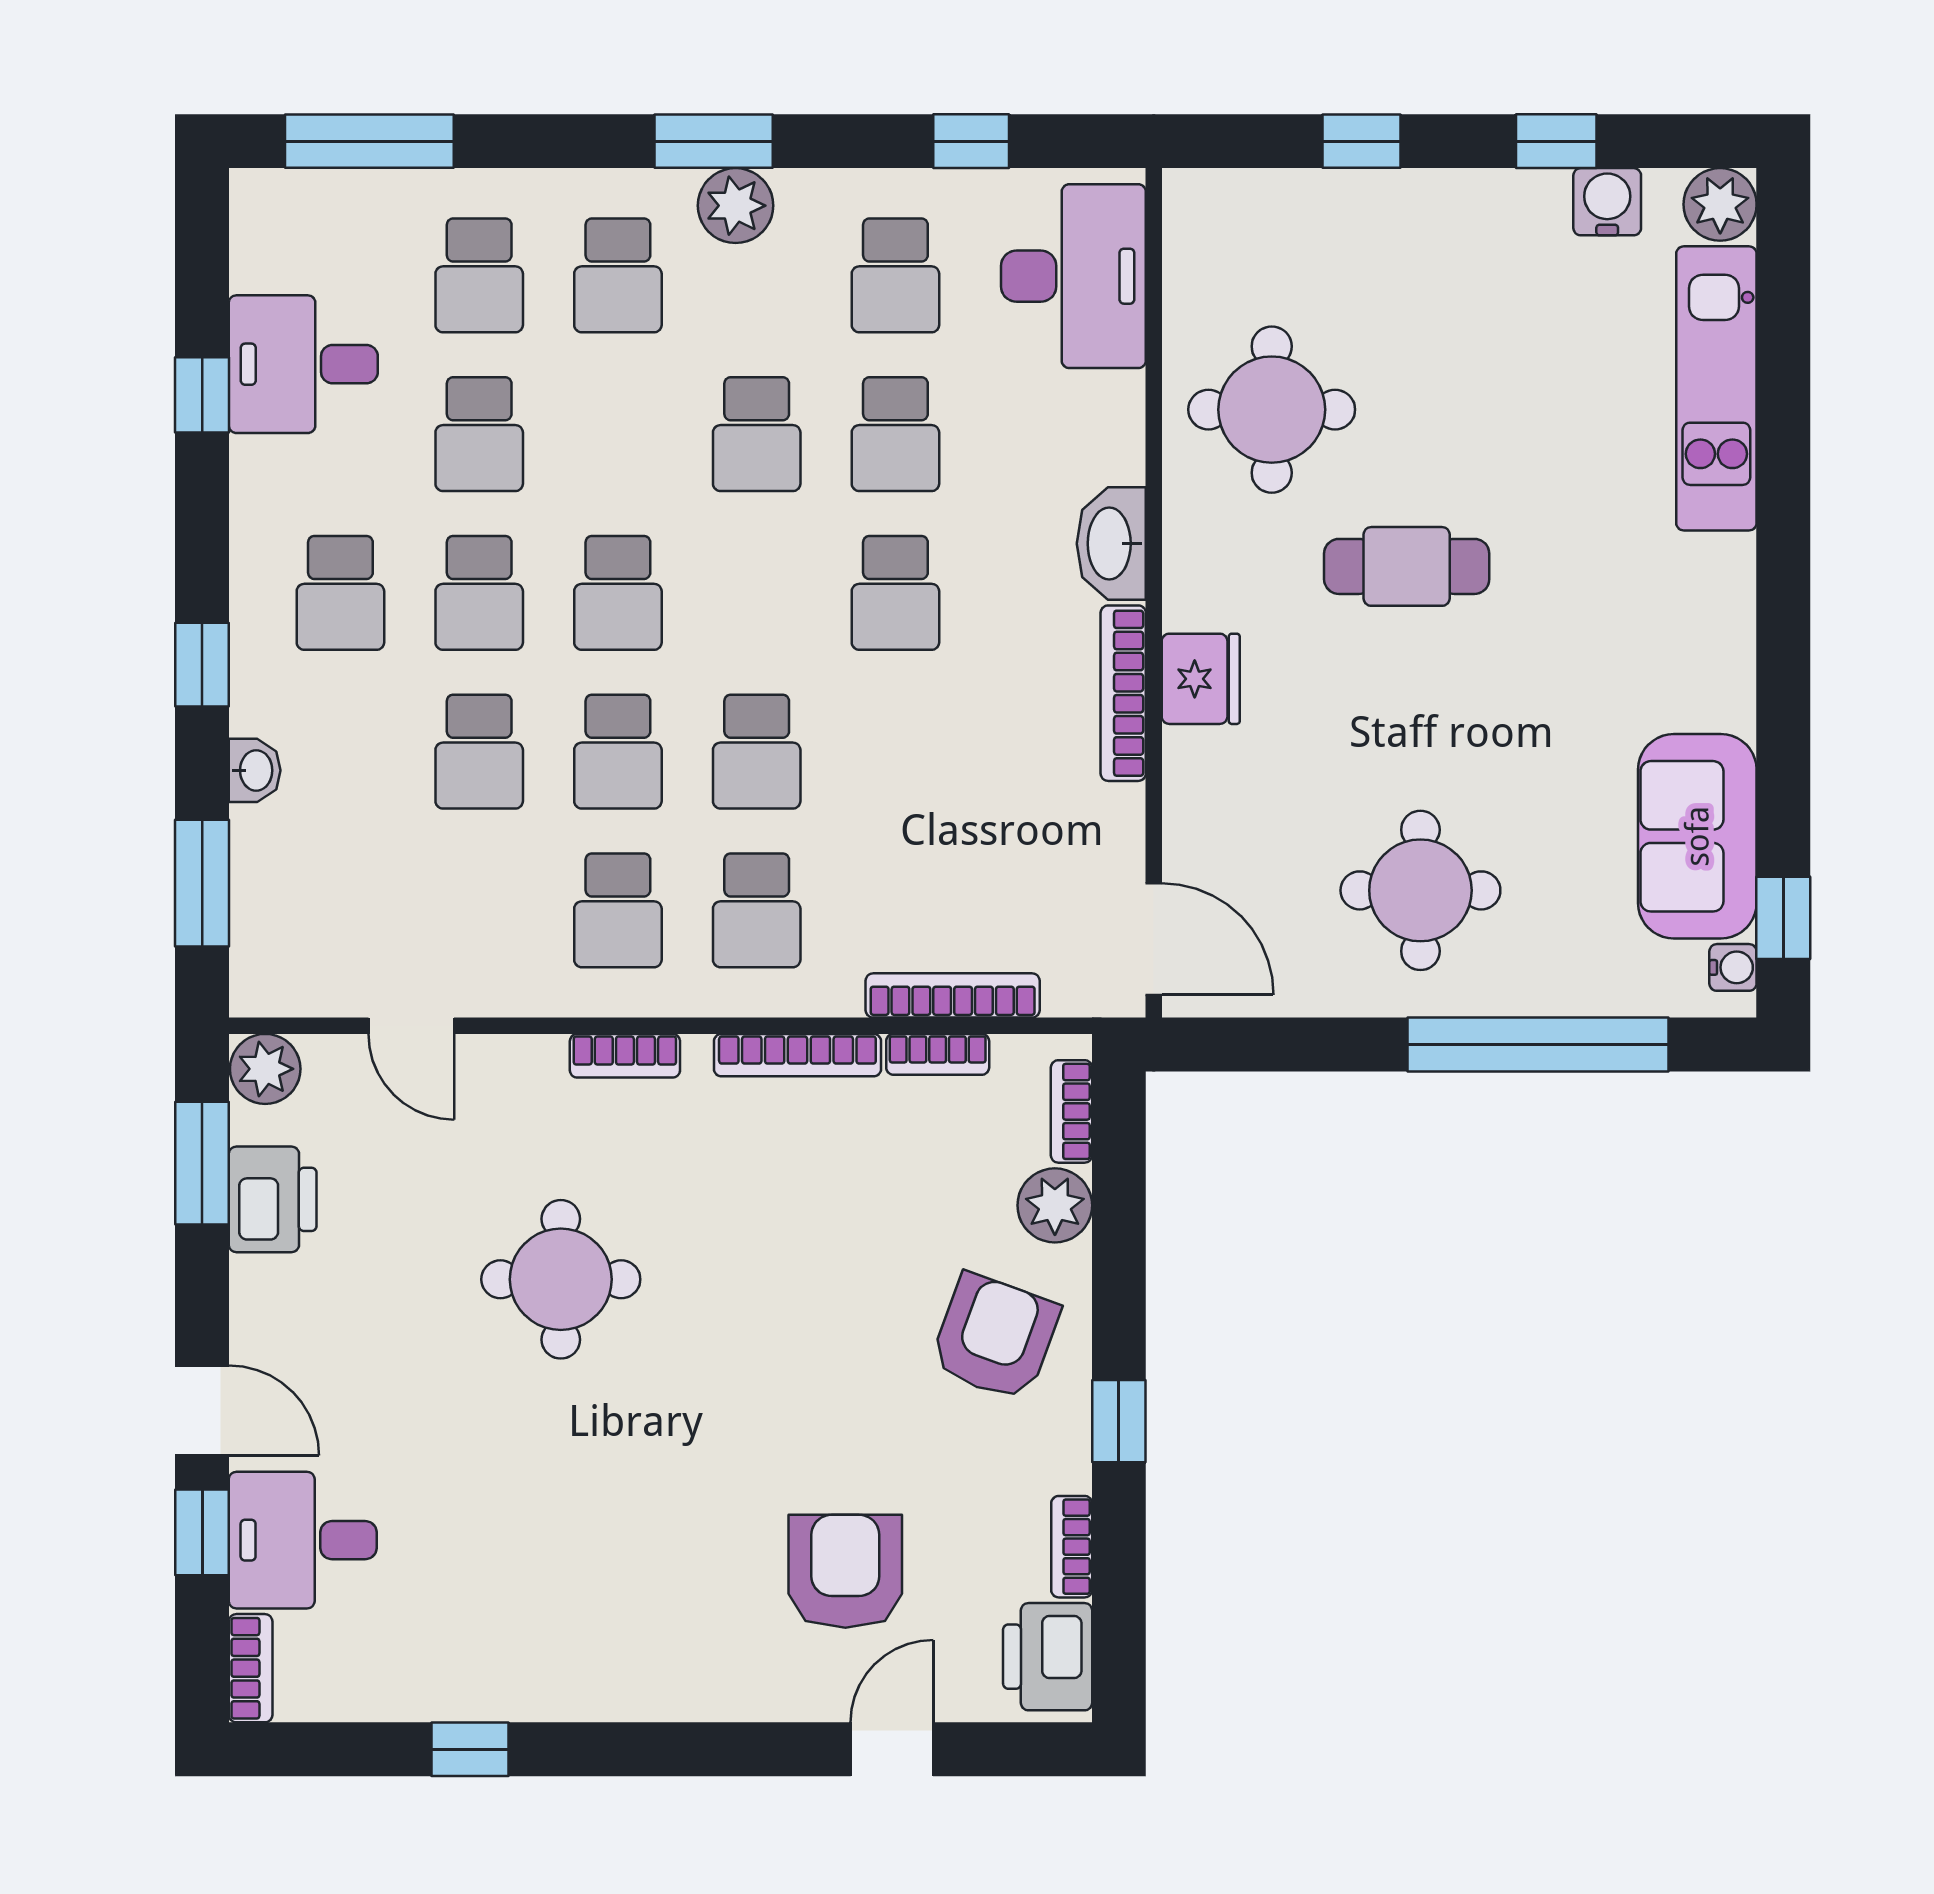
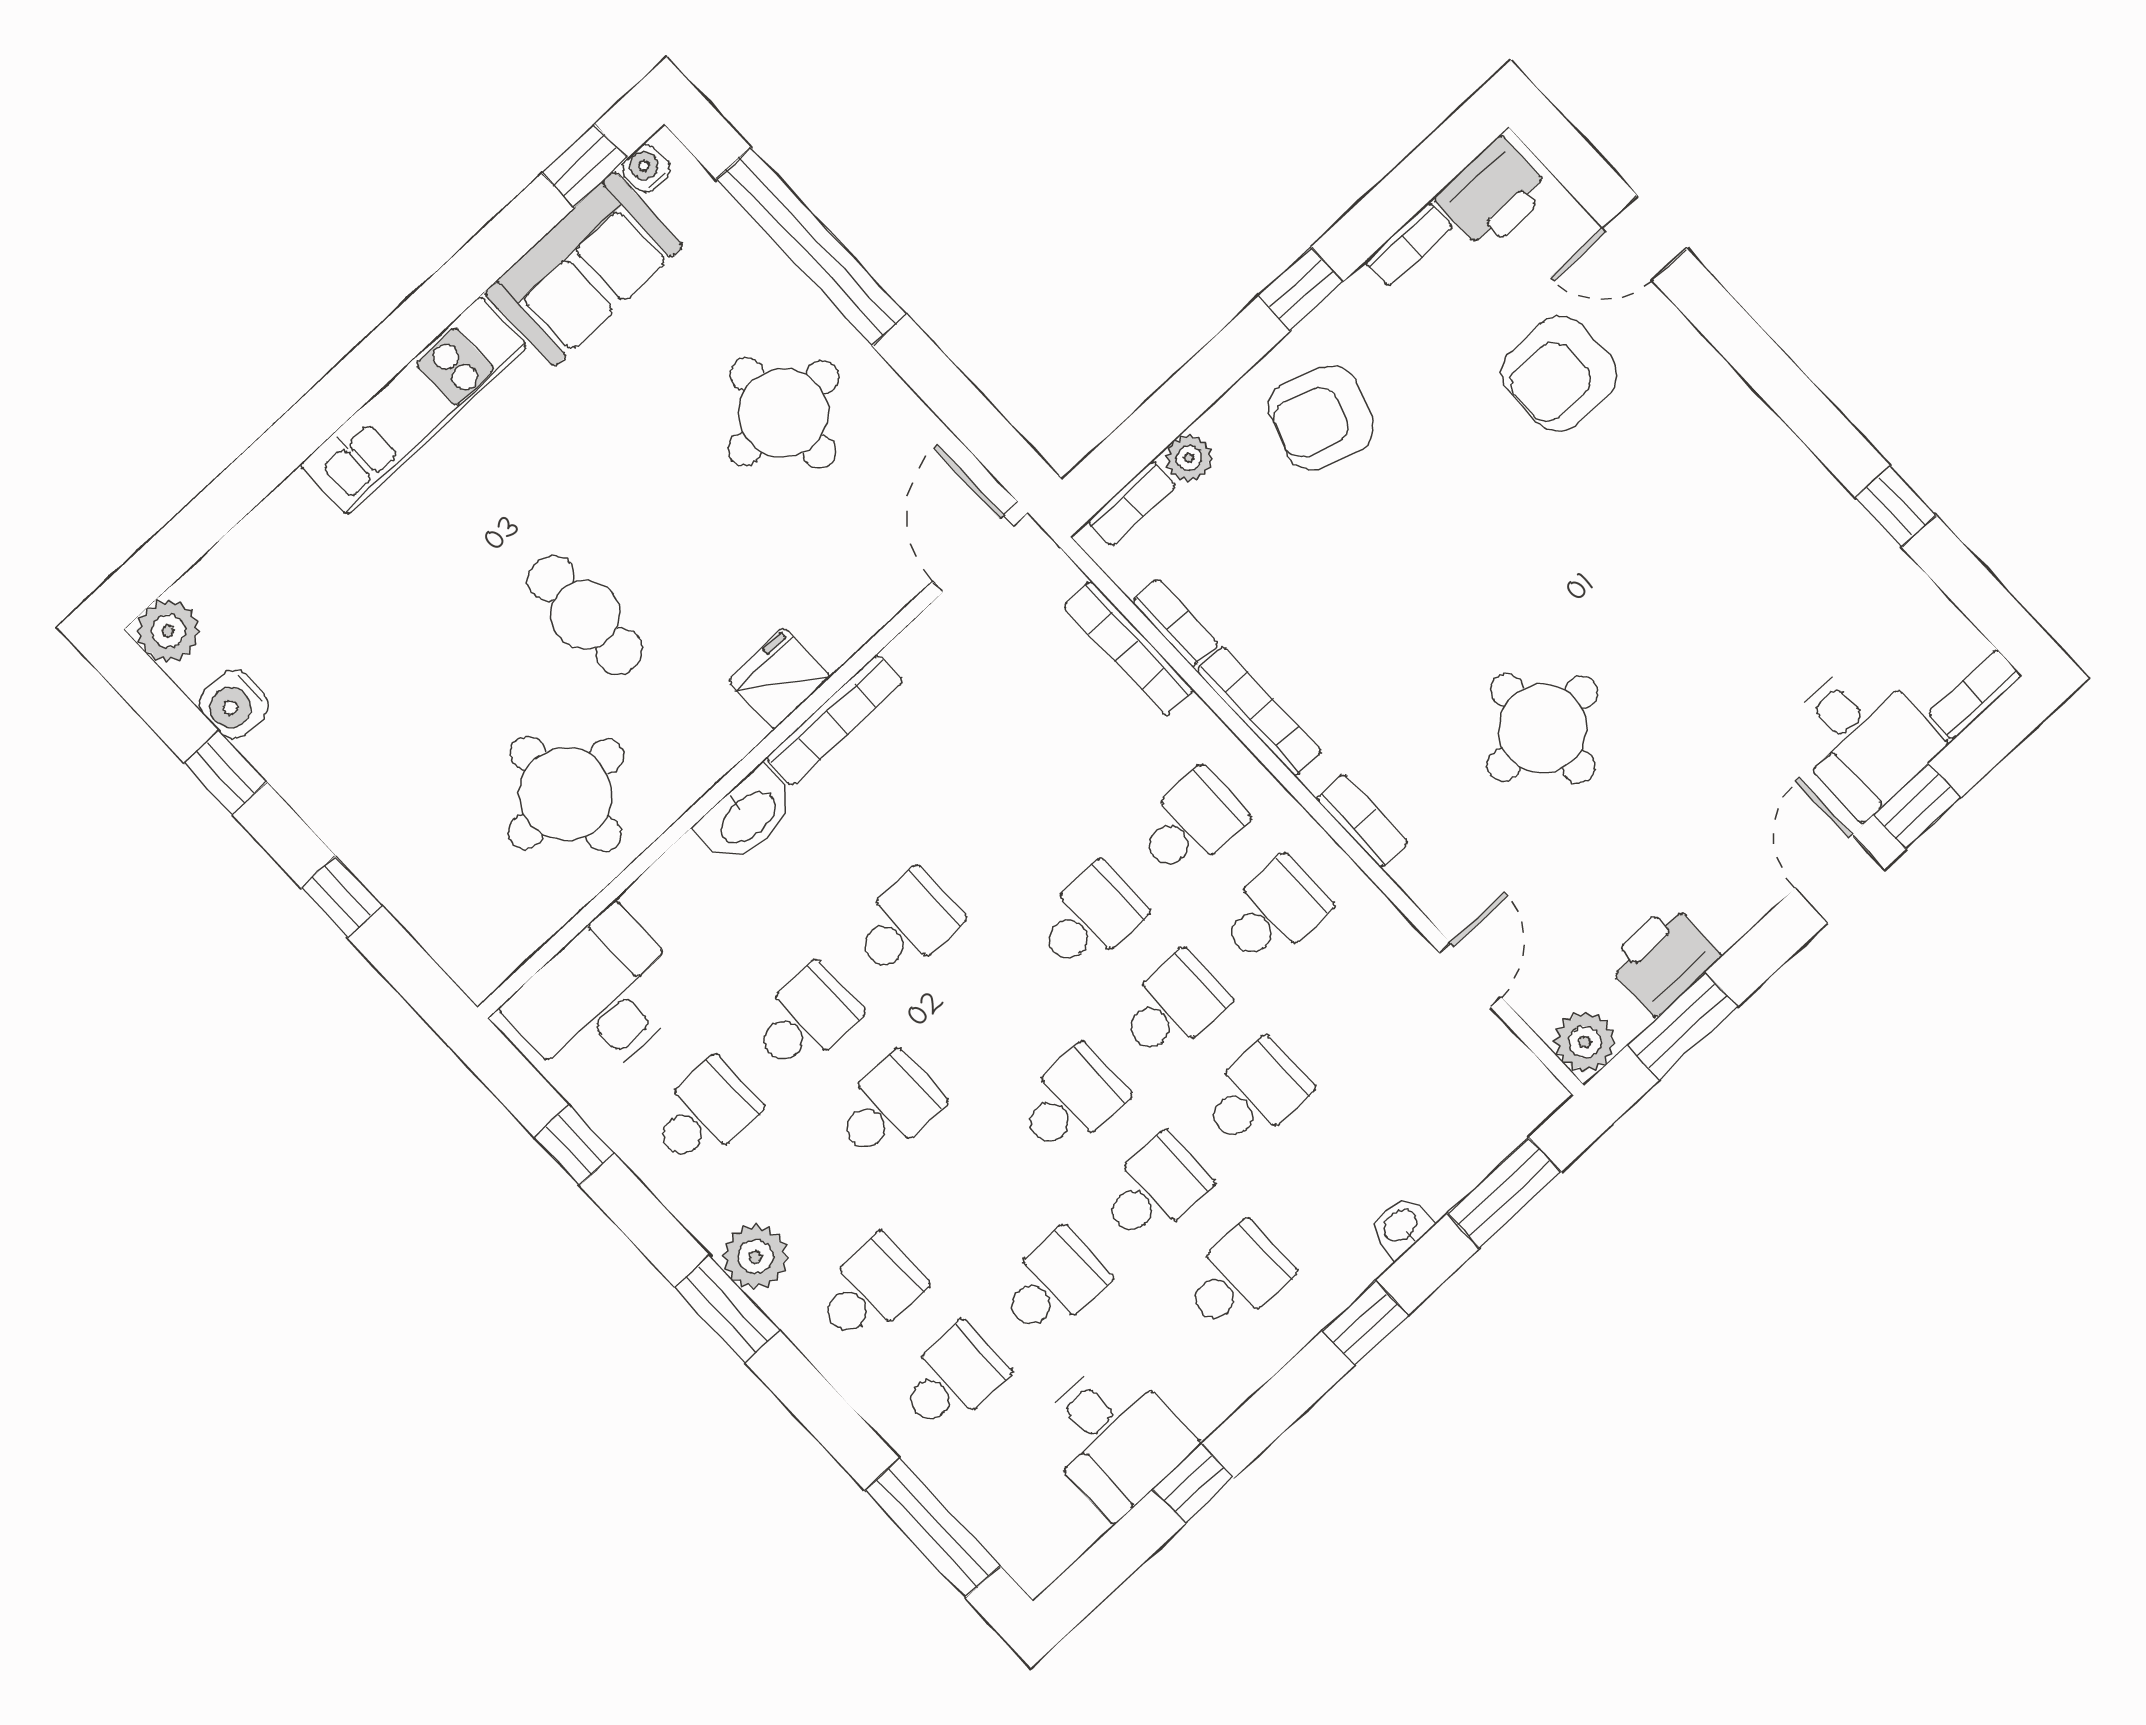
kitchen unit: (1716, 388) -> (414, 406), moved
plant: (1055, 1205) -> (1189, 458), width x0.73, depth x0.73

